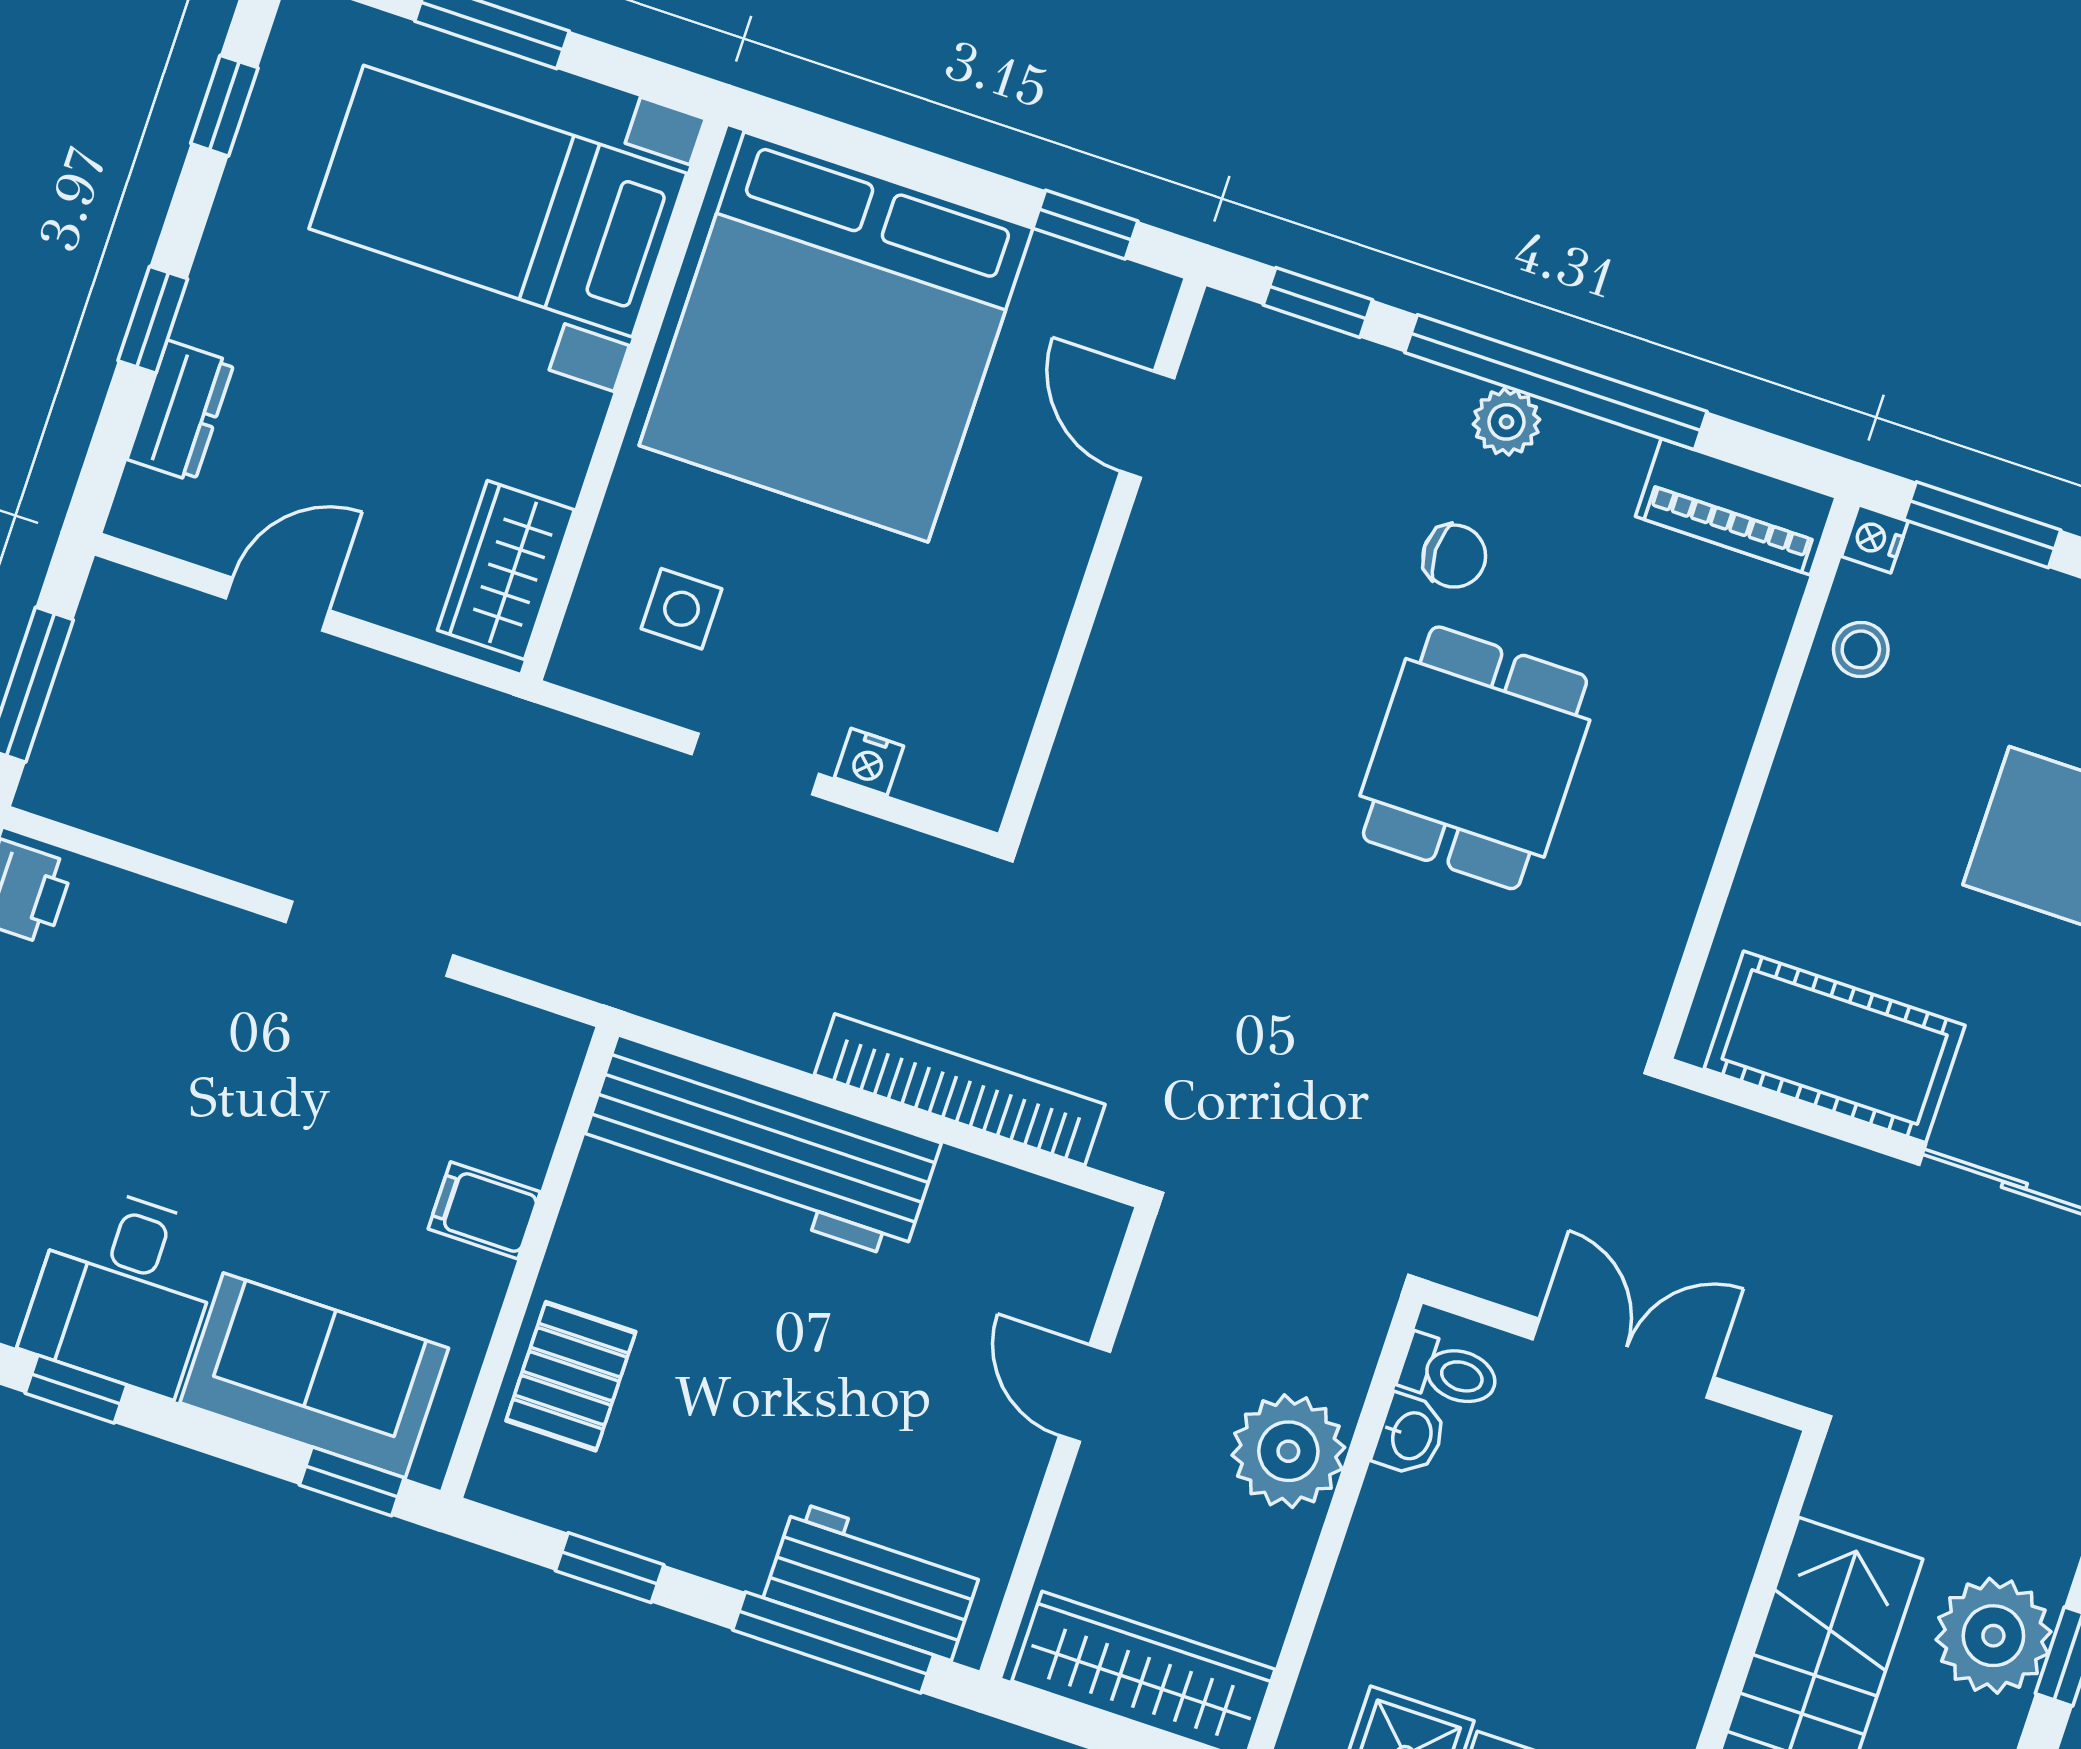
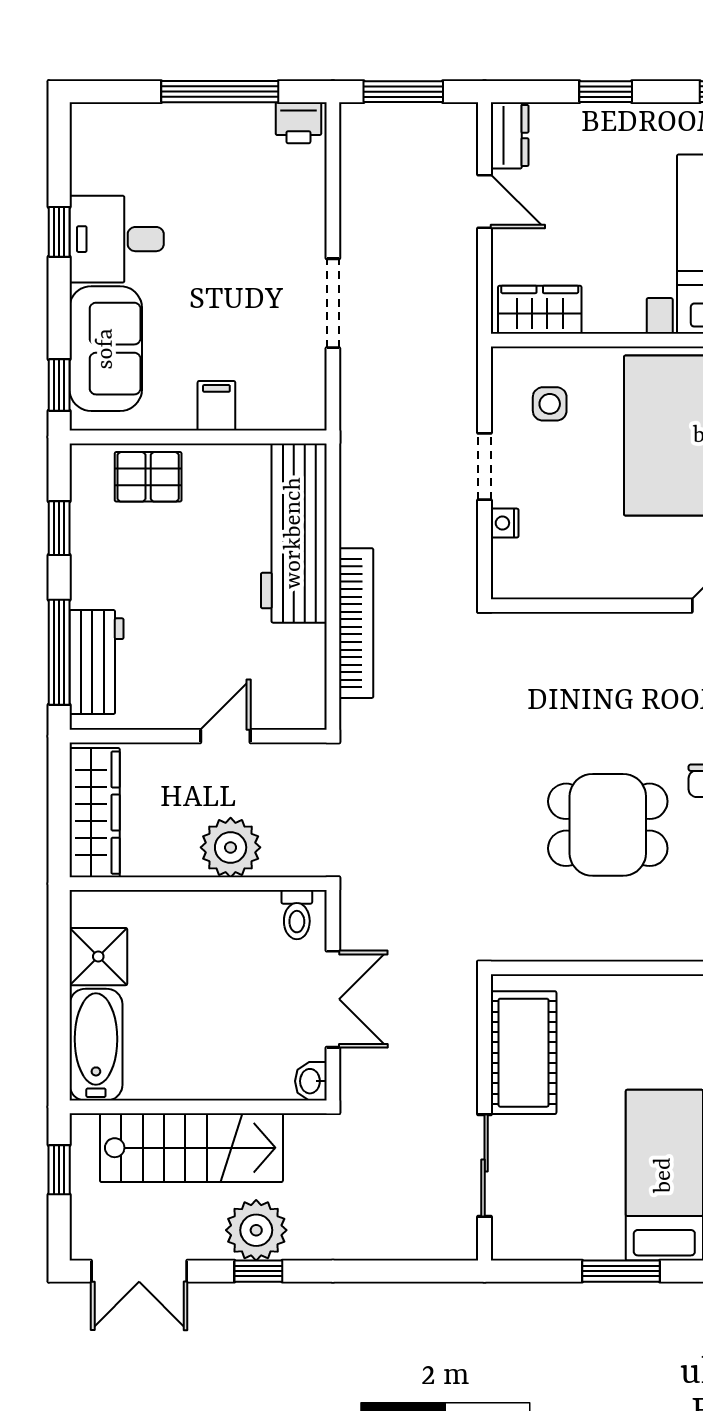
dresser: (181, 411) -> (510, 135), moved, turned -90
washbasin: (1410, 1435) -> (311, 1081), moved, turned 90

